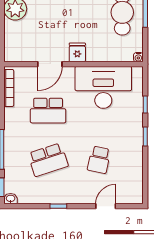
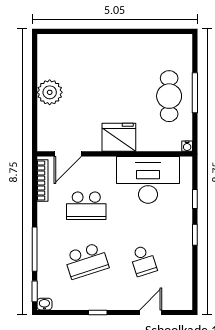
fridge: (77, 52) -> (119, 137), width x1.88, depth x1.34
door: (50, 64) -> (68, 154), moved
school desk: (99, 160) -> (143, 261), turned -30

